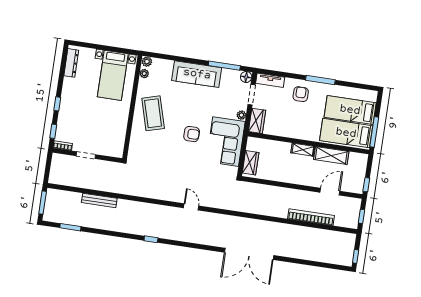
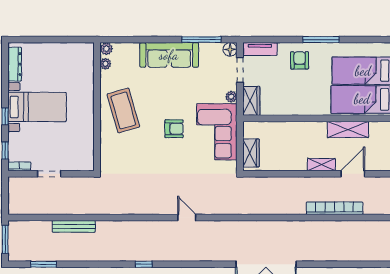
bed with nightstands: (113, 75) -> (37, 107), moved, turned -90
shelving: (303, 150) -> (321, 165), moved

